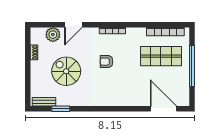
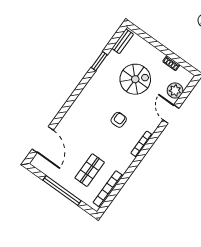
shop shelf: (161, 56) -> (90, 170), width x0.70, depth x0.74
window: (61, 109) -> (99, 61), moved
door: (163, 109) -> (43, 140), hinge flipped

